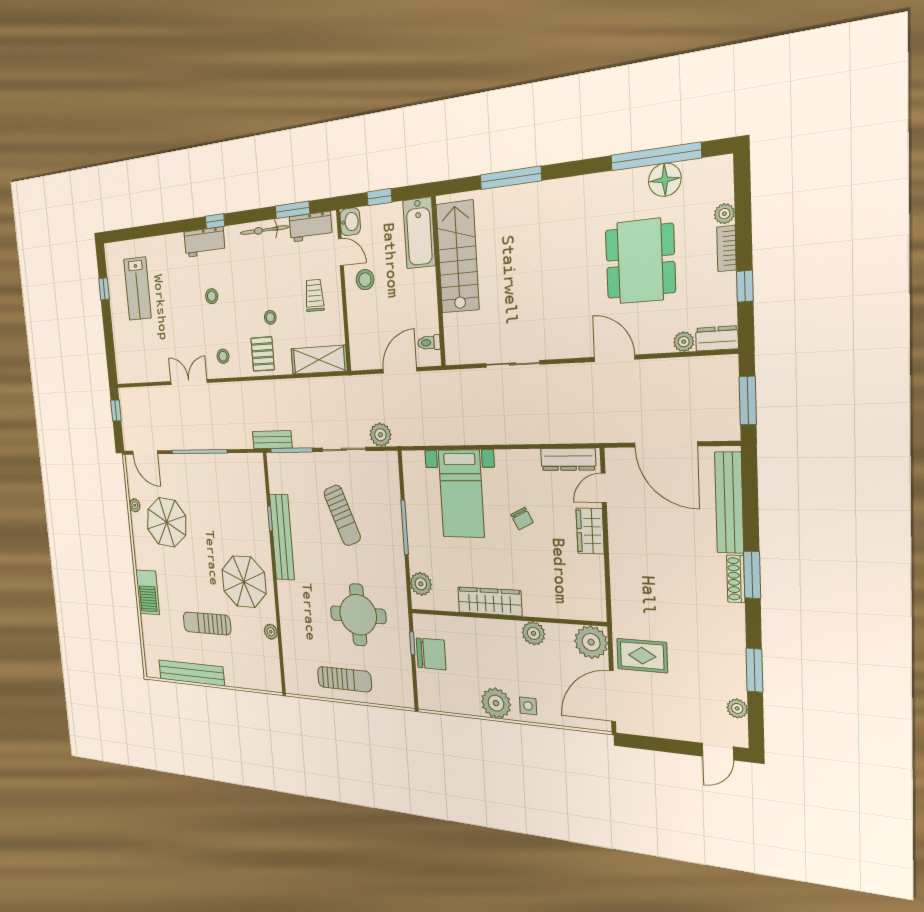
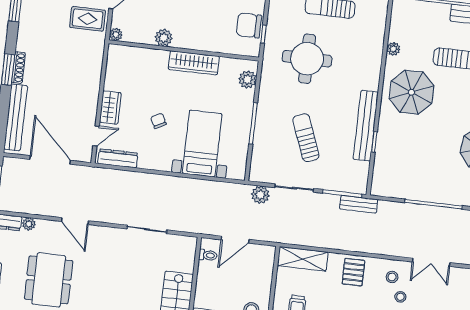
stool: (270, 317) -> (400, 297), moved
plant: (591, 642) -> (116, 34), width x0.53, depth x0.53

